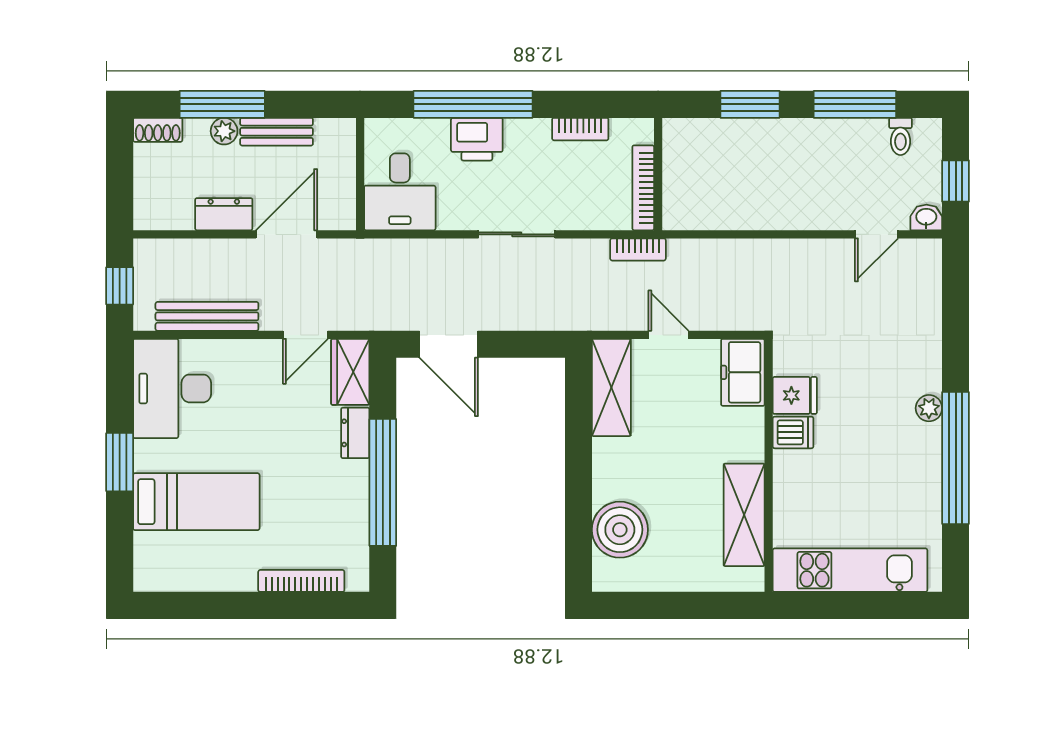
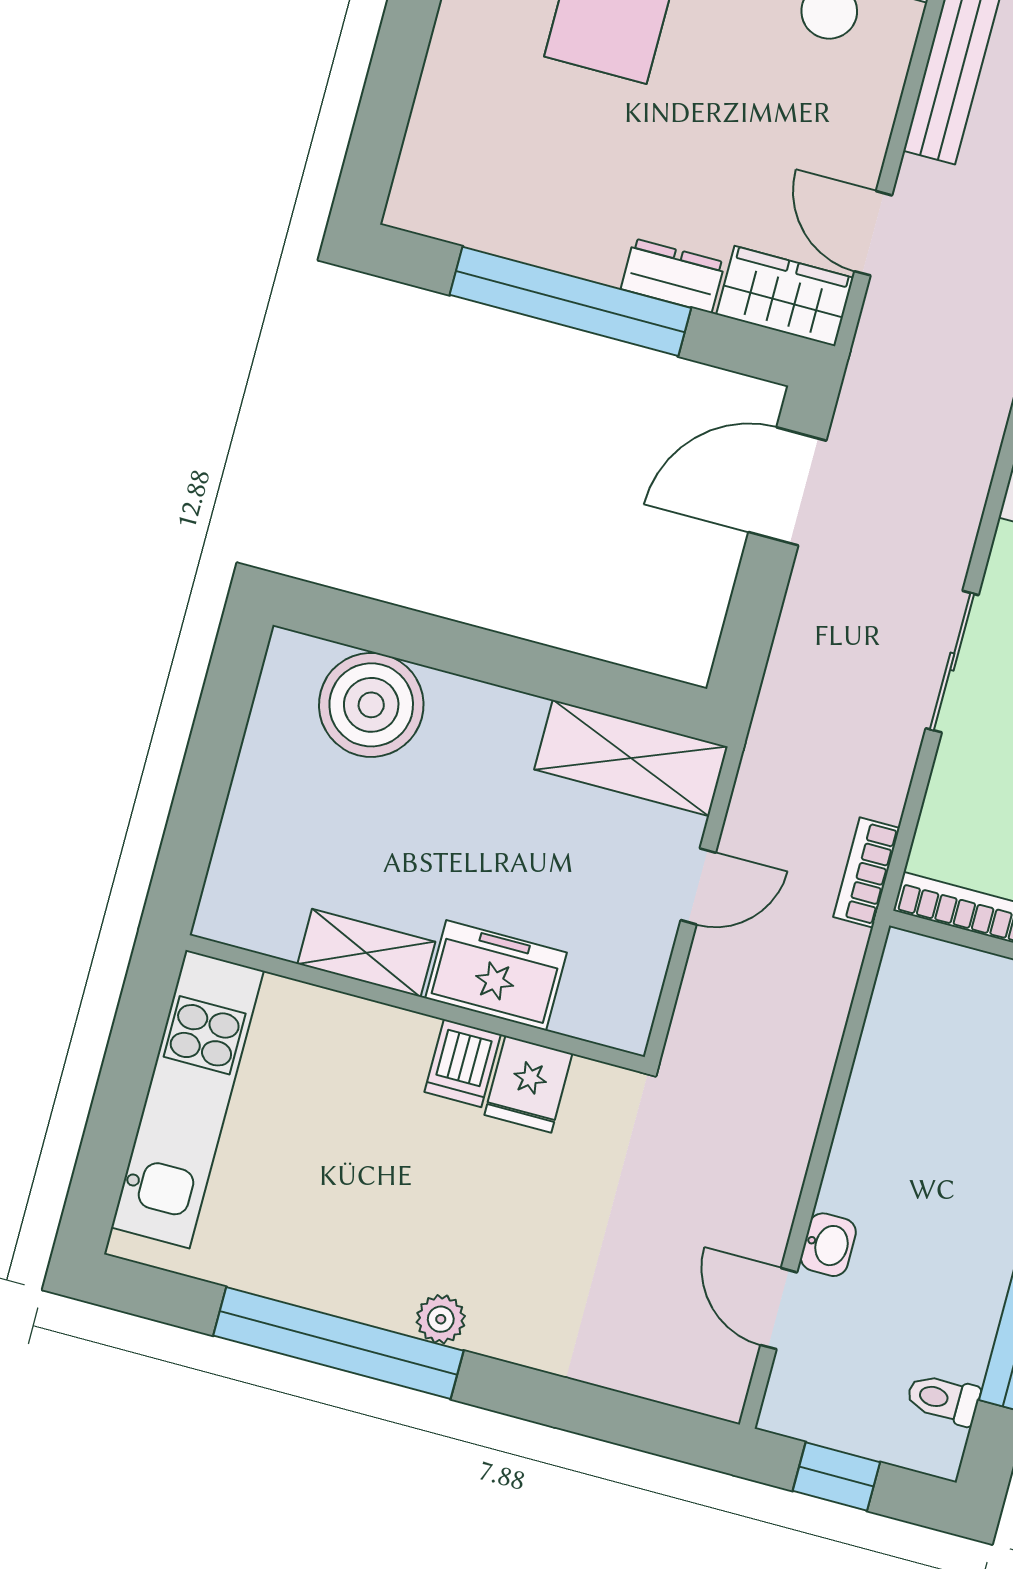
washbasin: (926, 217) -> (828, 1245), moved
freezer: (743, 372) -> (496, 975), moved
shelving: (744, 515) -> (366, 953), width x0.67, depth x0.75
bookcase: (301, 581) -> (433, 107), removed

